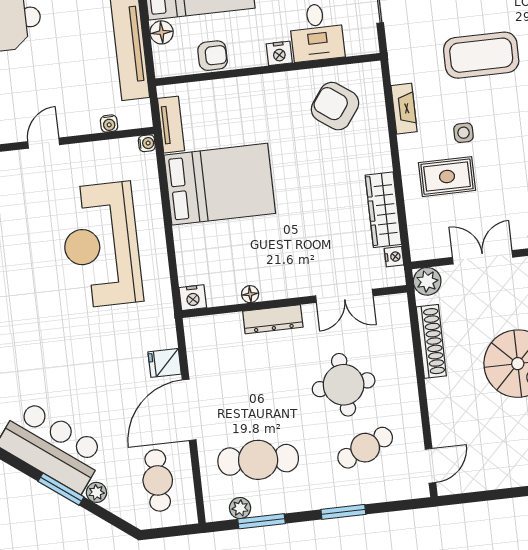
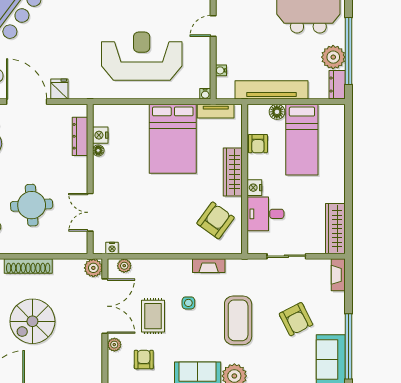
door: (44, 143) -> (213, 26), swing flipped
rug: (447, 177) -> (153, 316), moved
wardrobe: (383, 210) -> (233, 172), moved, turned -90
plant: (419, 235) -> (124, 266), added
double door: (483, 257) -> (105, 306), width x1.37
nightstand: (193, 298) -> (100, 135), moved
dresser: (273, 319) -> (80, 136), moved
shoe rack: (431, 341) -> (28, 266), moved

